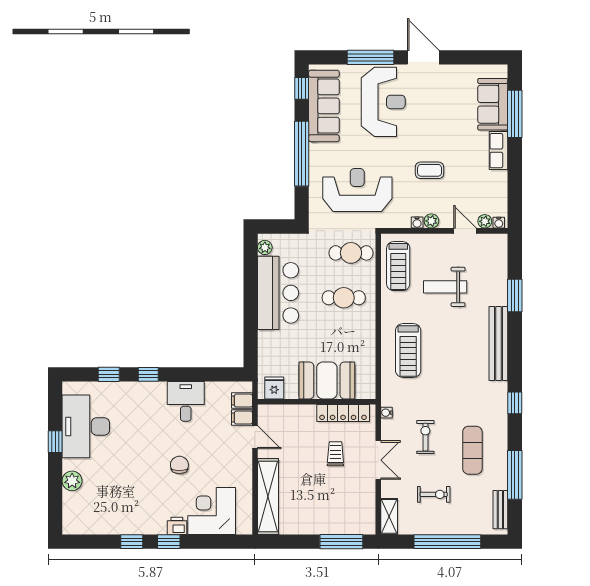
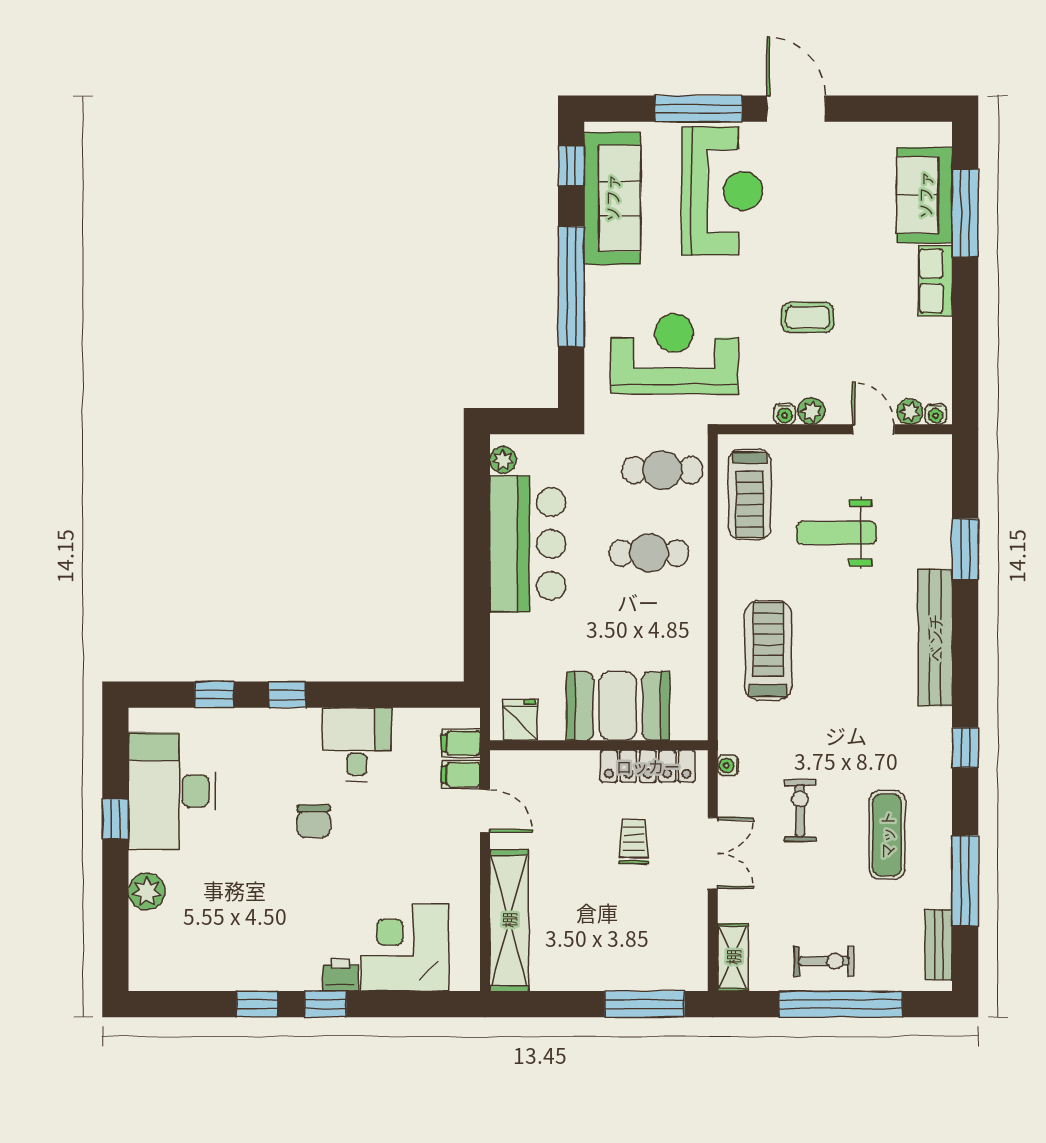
treadmill: (408, 350) -> (768, 651), turned 180
chair: (179, 465) -> (314, 821), moved, turned 180
exercise bike: (434, 494) -> (824, 961), moved

